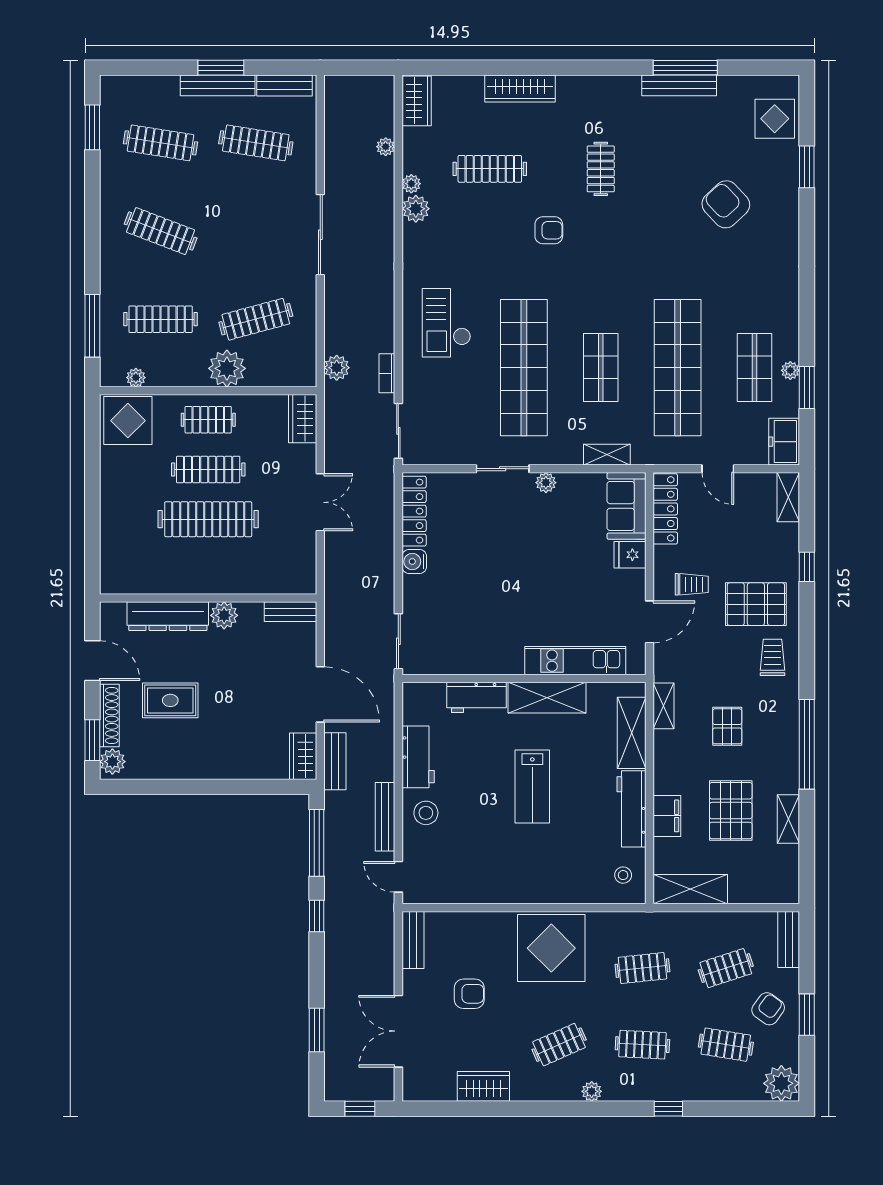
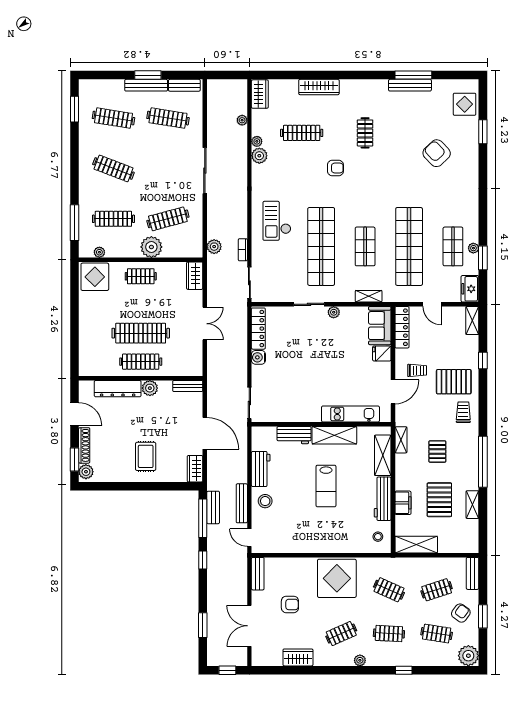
clothes rail: (208, 469) -> (141, 362), moved
rug: (170, 700) -> (146, 456), moved, turned 90
bench: (335, 761) -> (213, 507), moved
clothes rail: (642, 968) -> (389, 590), turned 30

